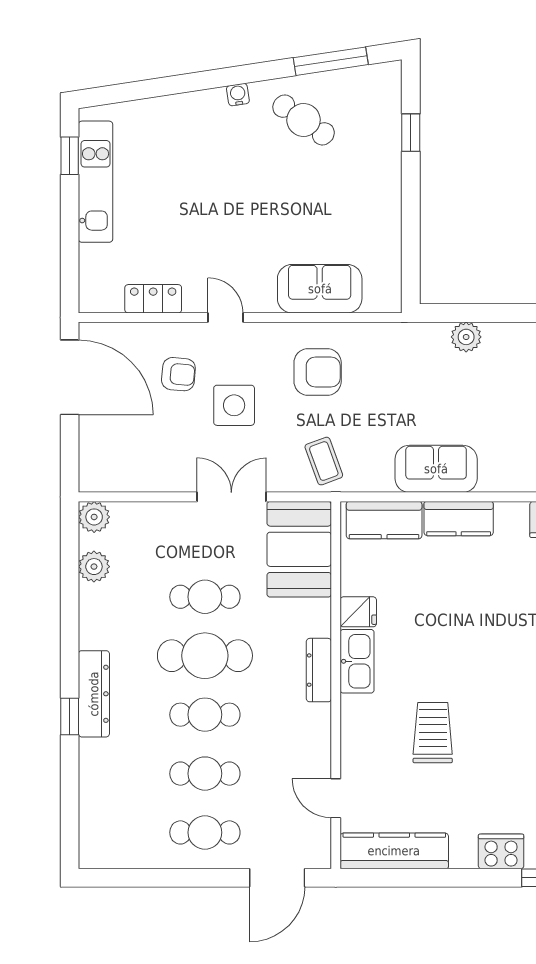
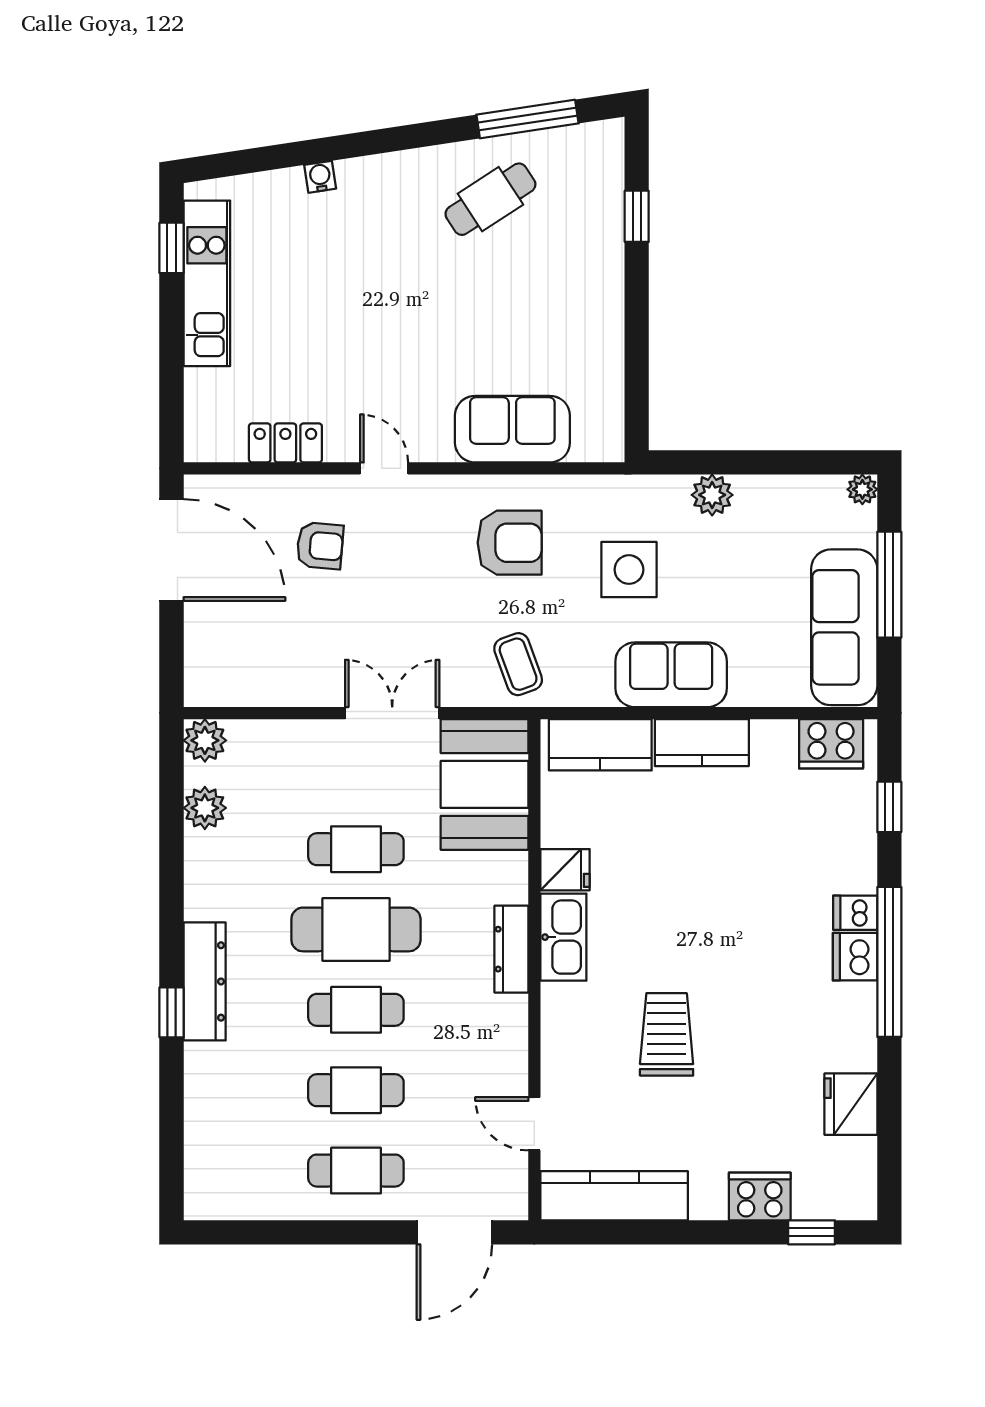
water cooler: (238, 95) -> (320, 177), moved
cafe table: (304, 120) -> (490, 199), turned -68
side table: (234, 405) -> (629, 570), moved

